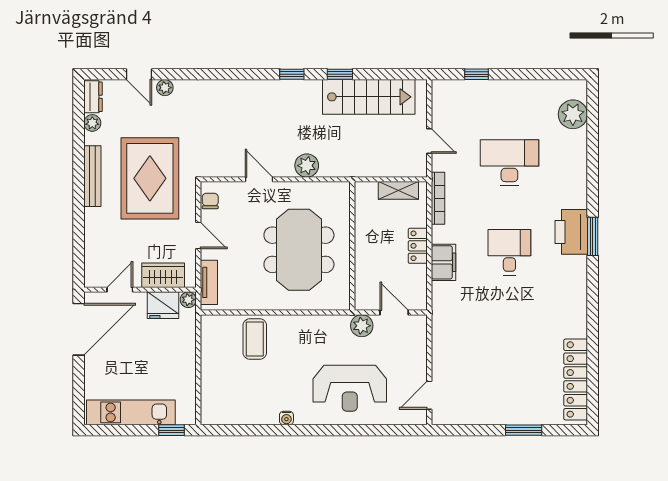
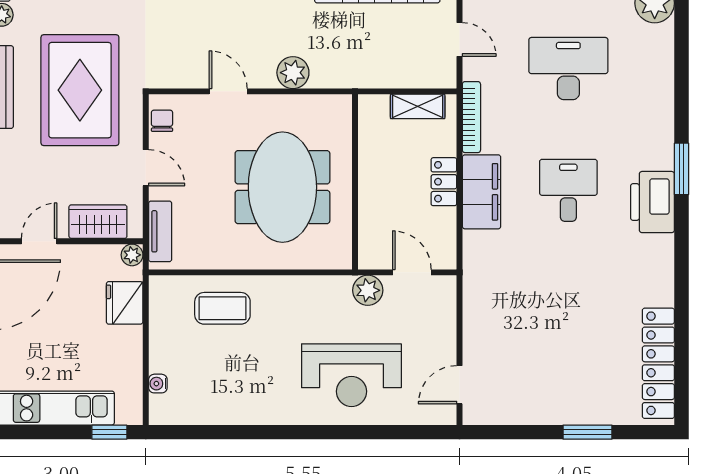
printer: (571, 232) -> (652, 202), moved
filing cabinet: (443, 262) -> (482, 192), width x1.50, depth x1.17
fridge: (163, 305) -> (125, 303), moved, turned 90
coffee table: (255, 339) -> (222, 308), turned 90
water cooler: (286, 418) -> (158, 384), moved, turned 90

